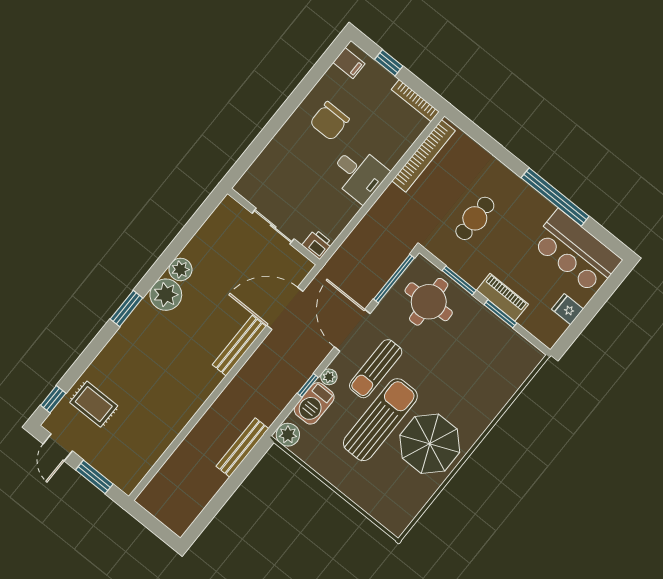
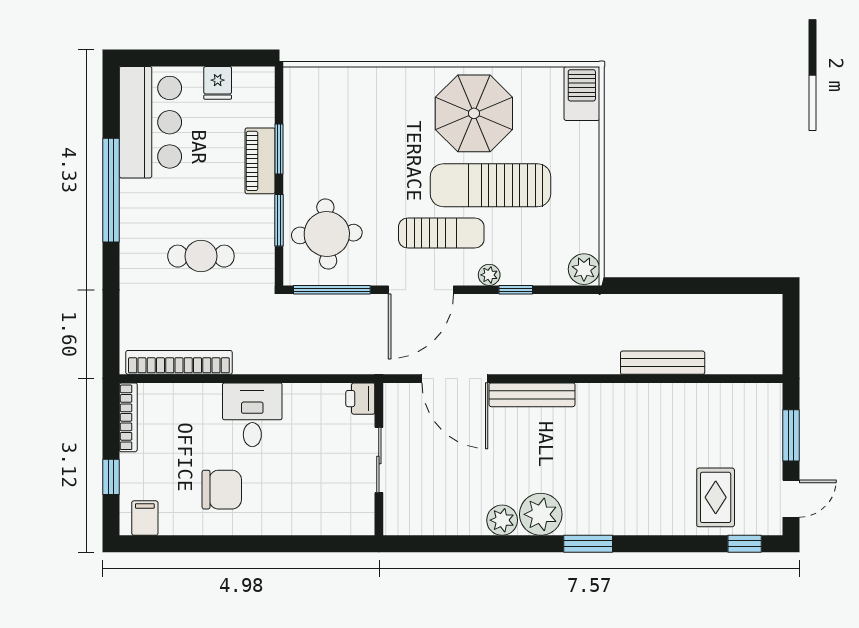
barbecue: (314, 403) -> (582, 93), moved, turned -90
bench: (242, 447) -> (663, 363), moved

